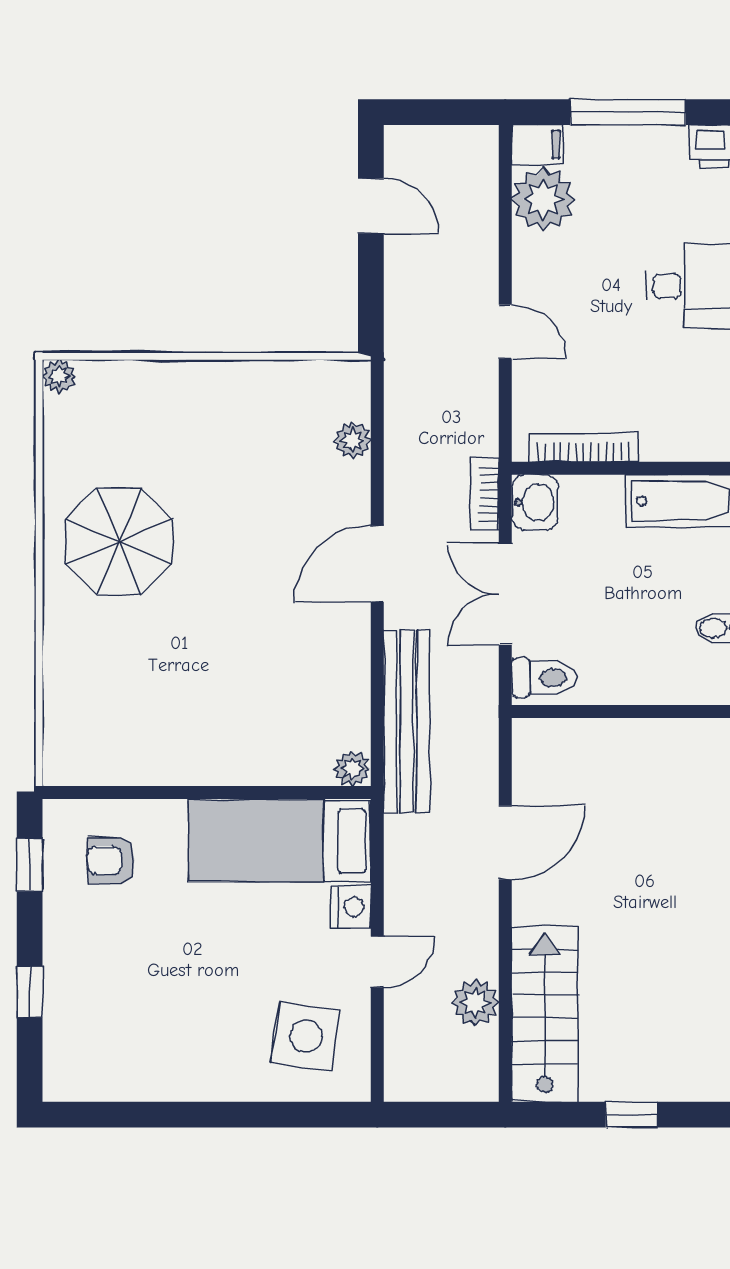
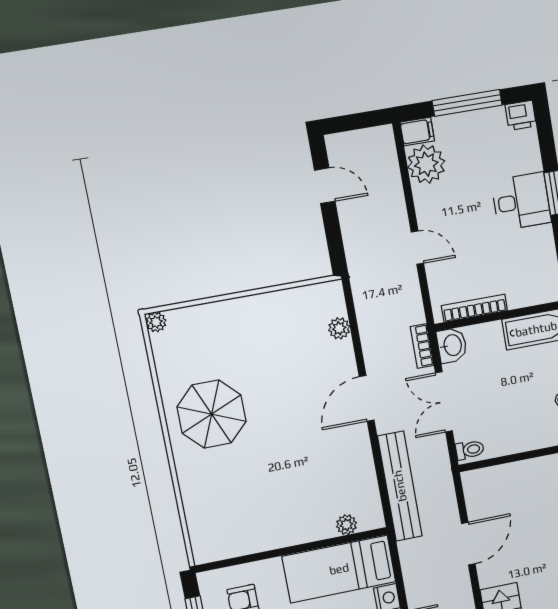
toilet: (544, 678) -> (470, 450), width x0.73, depth x0.72
plant: (352, 769) -> (346, 525), moved

